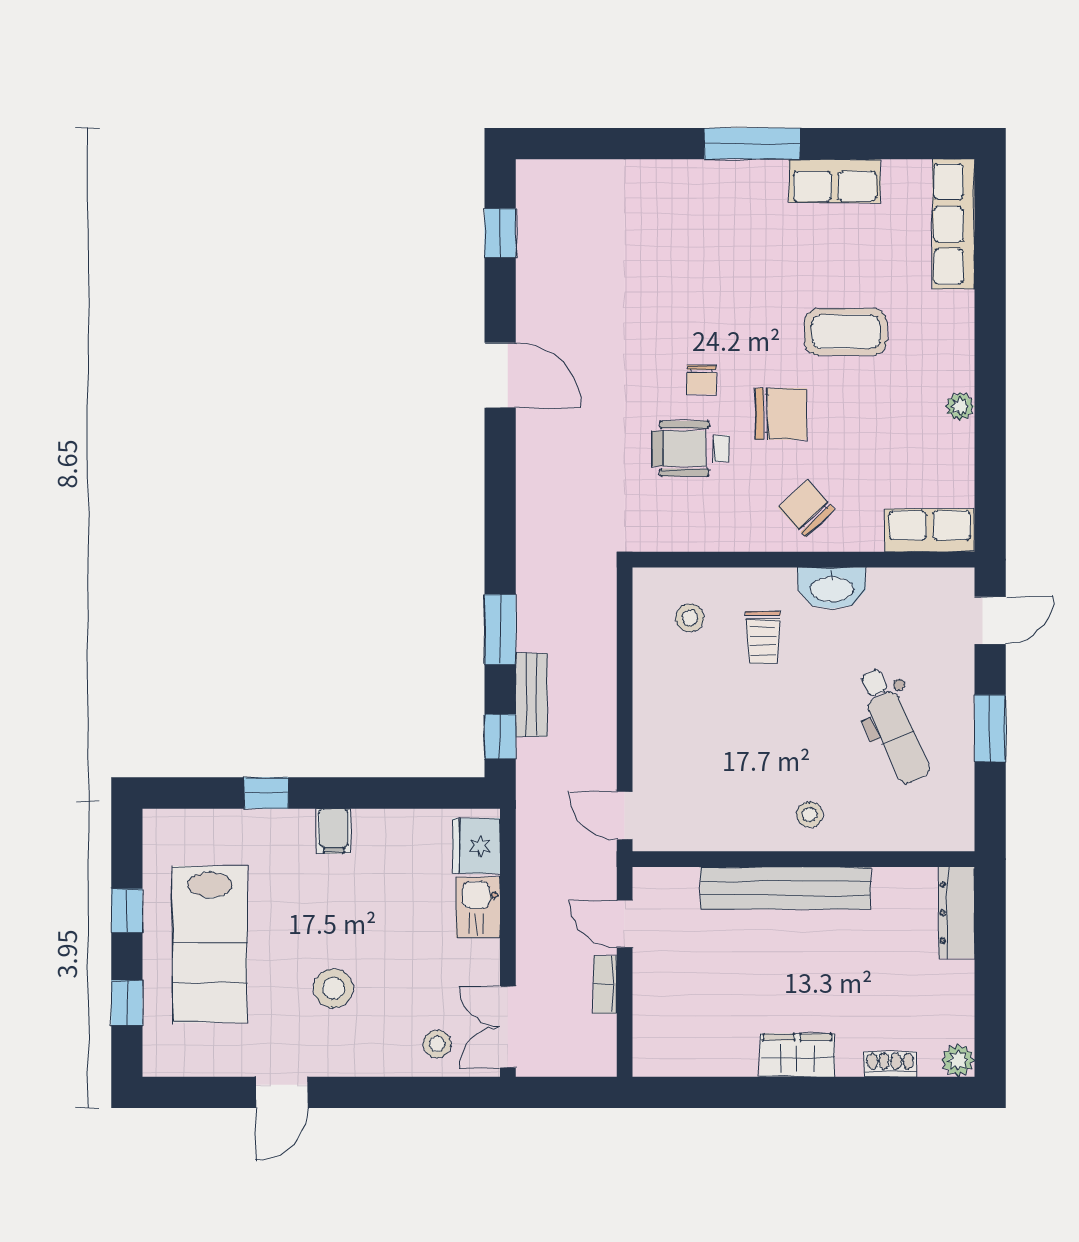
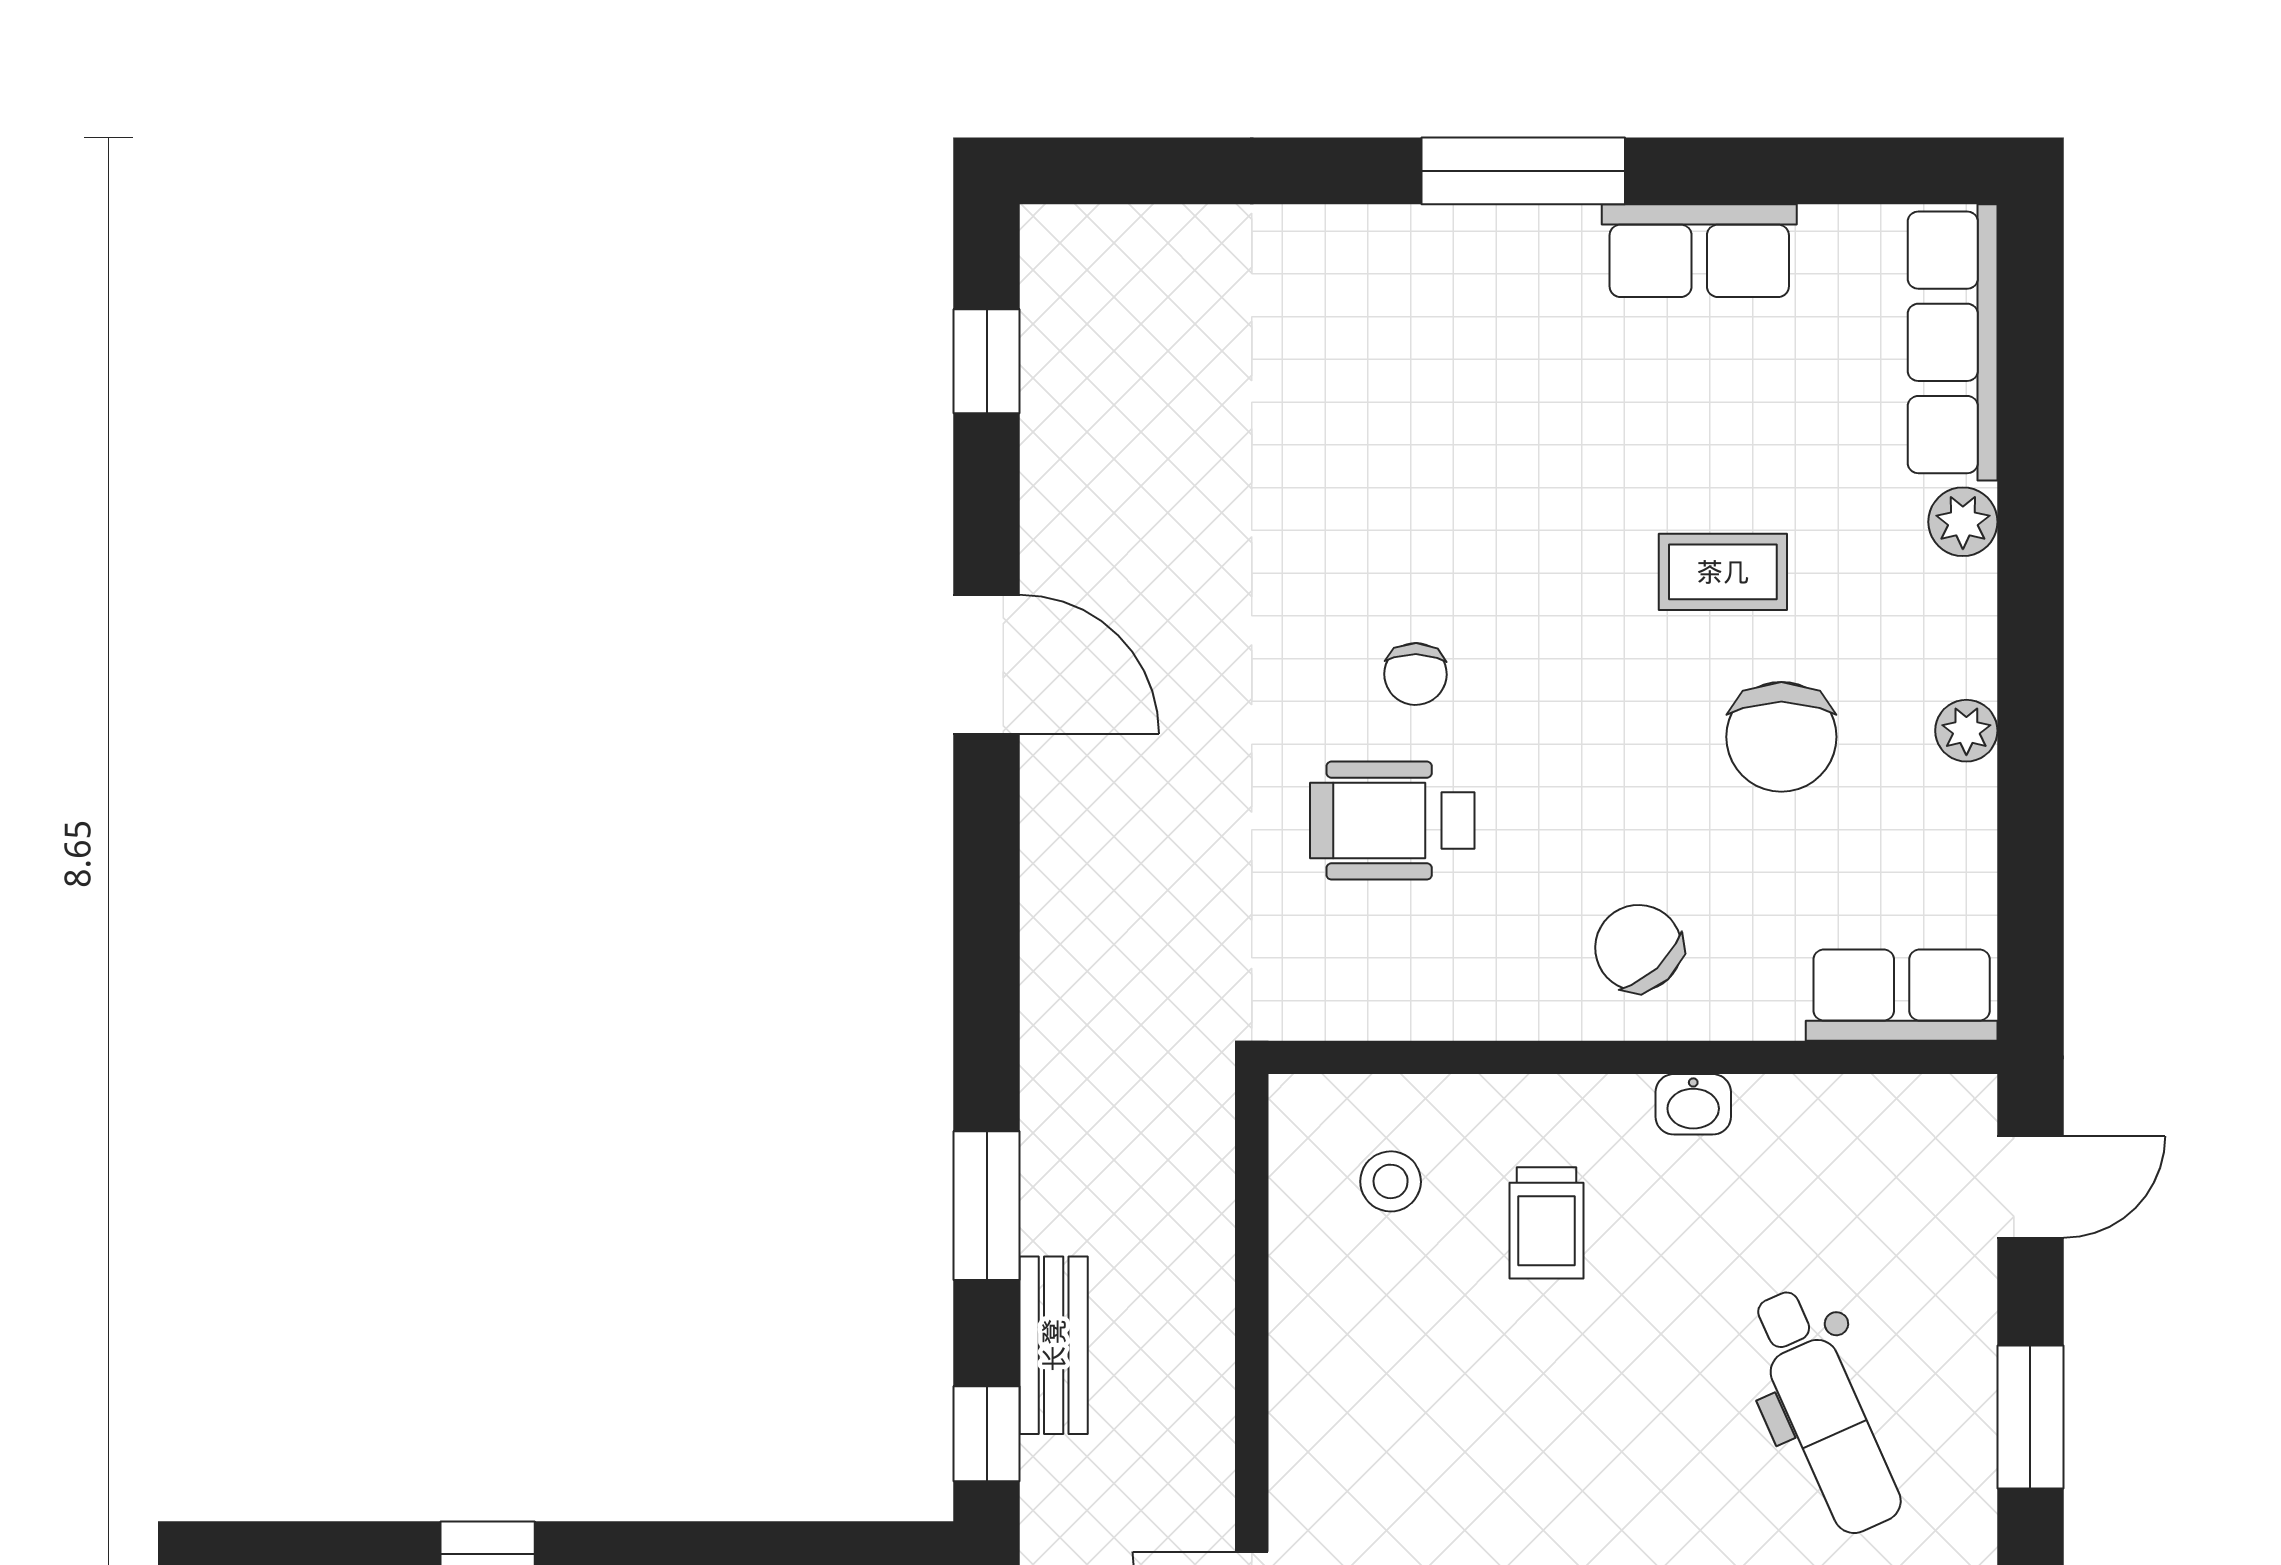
plant: (958, 308) -> (1963, 522), added
coffee table: (846, 332) -> (1723, 572), width x0.73, depth x0.77
chair: (781, 414) -> (1781, 737), moved, turned 90
washbasin: (832, 588) -> (1693, 1104), width x0.52, depth x0.69

